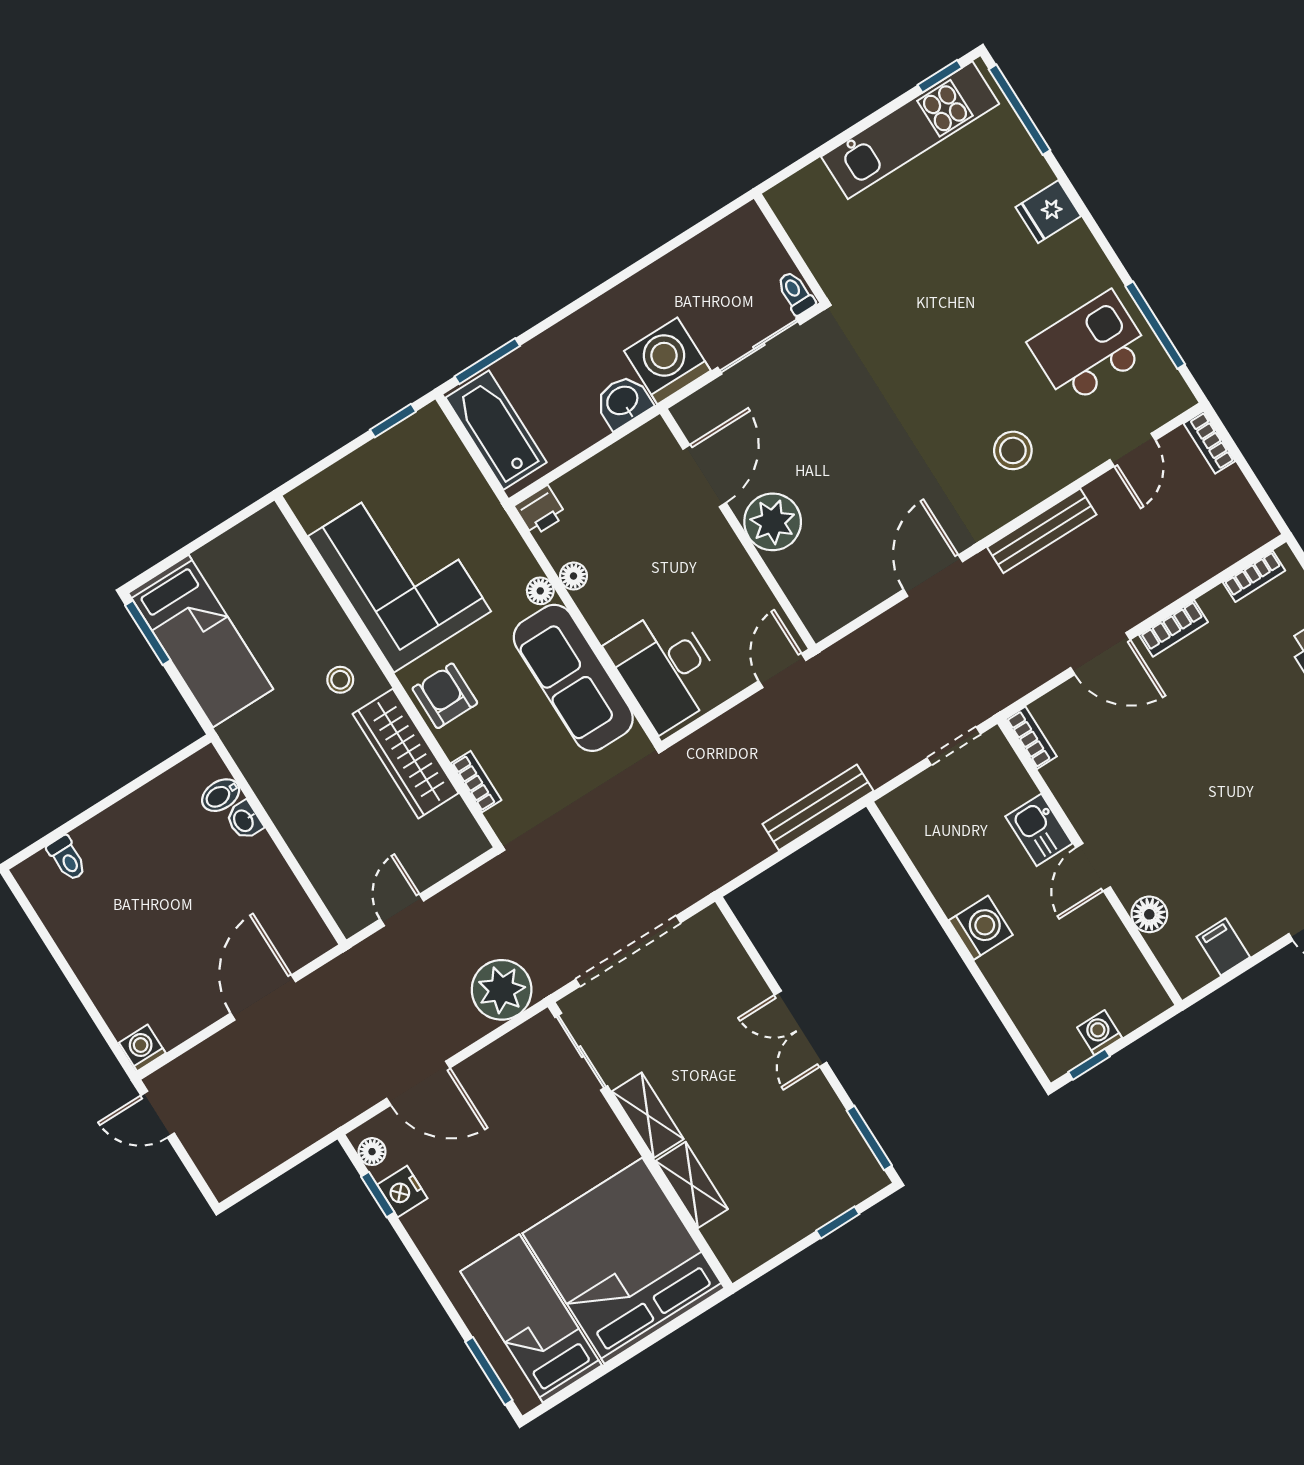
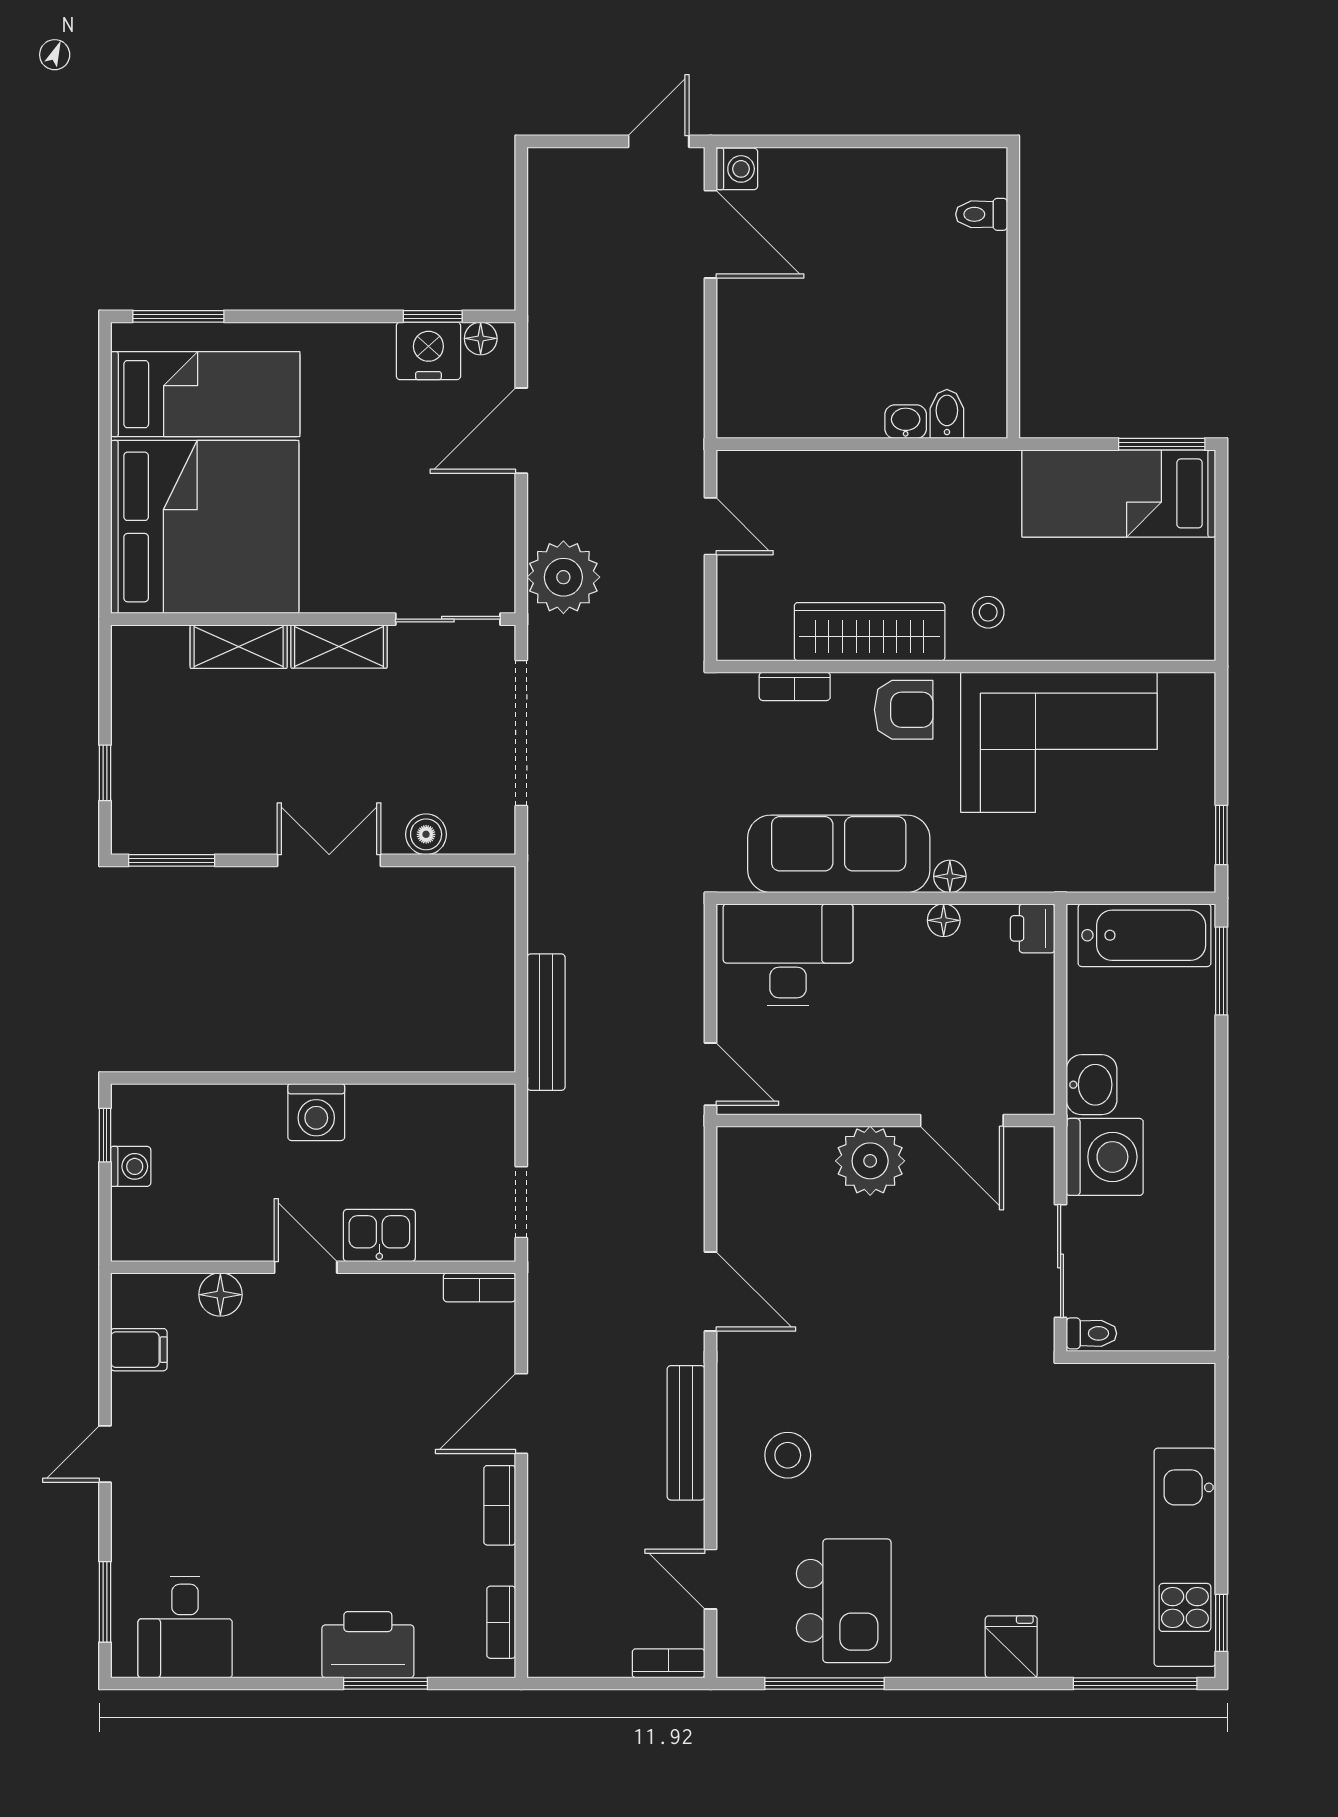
boiler: (740, 973) -> (426, 834), added
door: (263, 997) -> (710, 234), moved
nightstand: (402, 1191) -> (428, 351), width x1.36, depth x1.33

